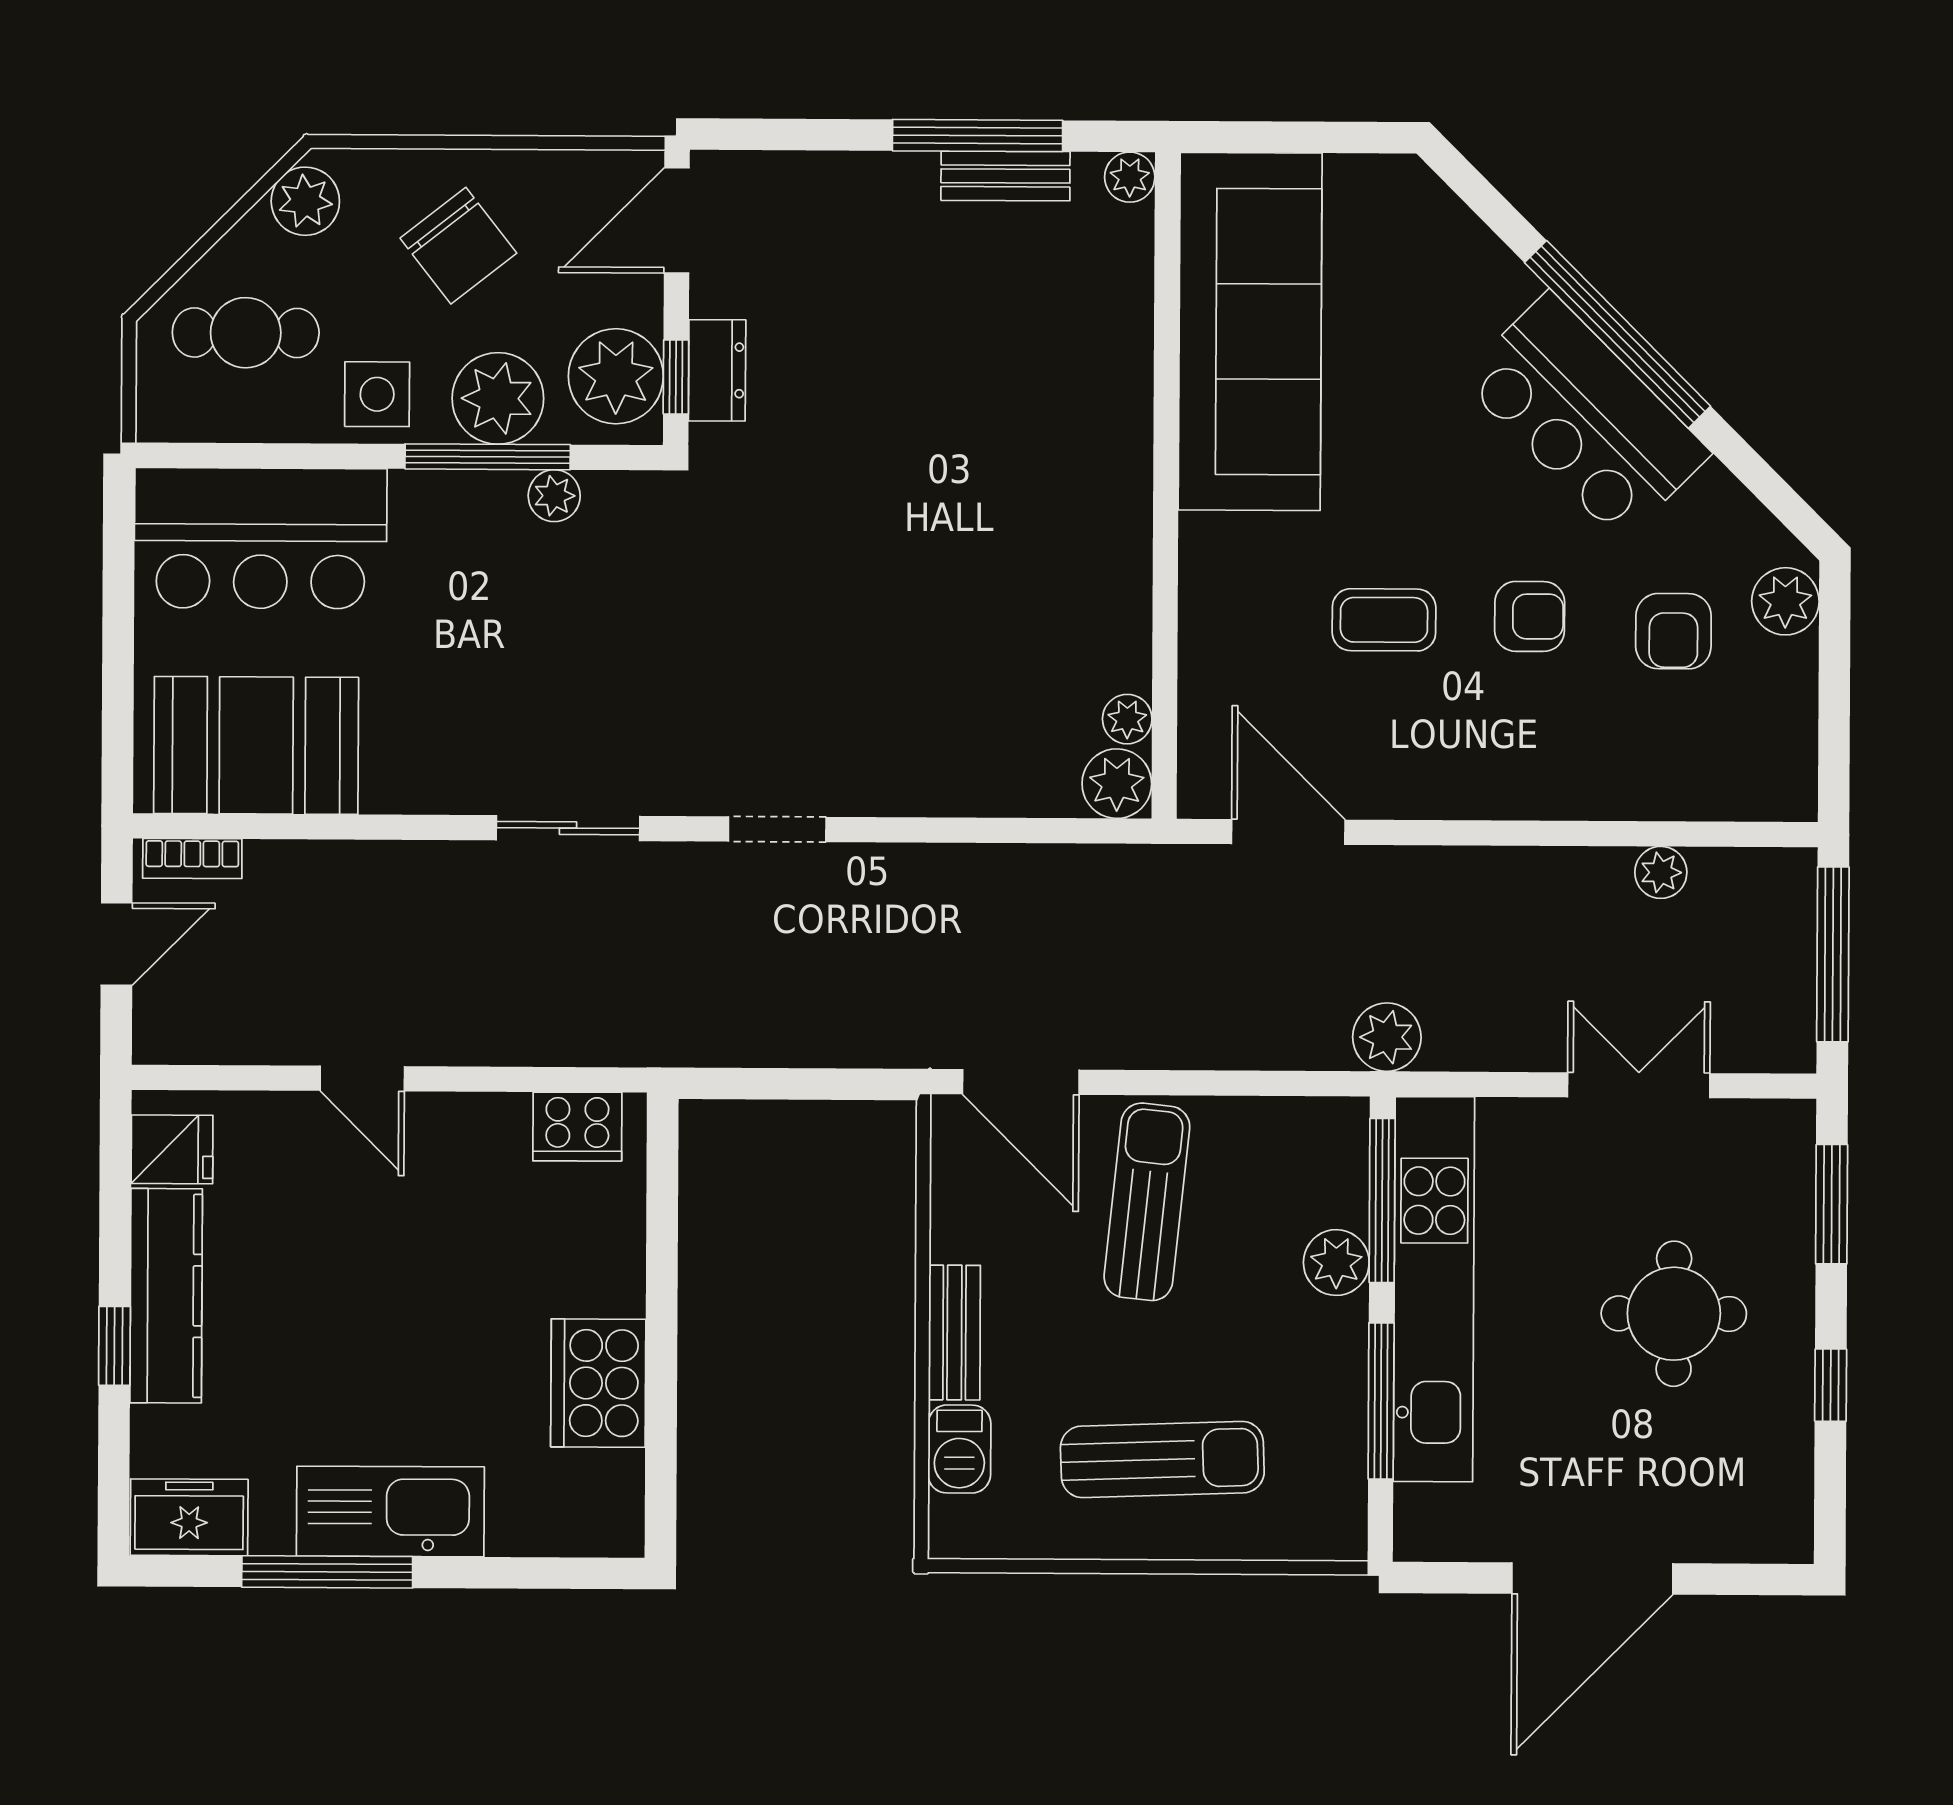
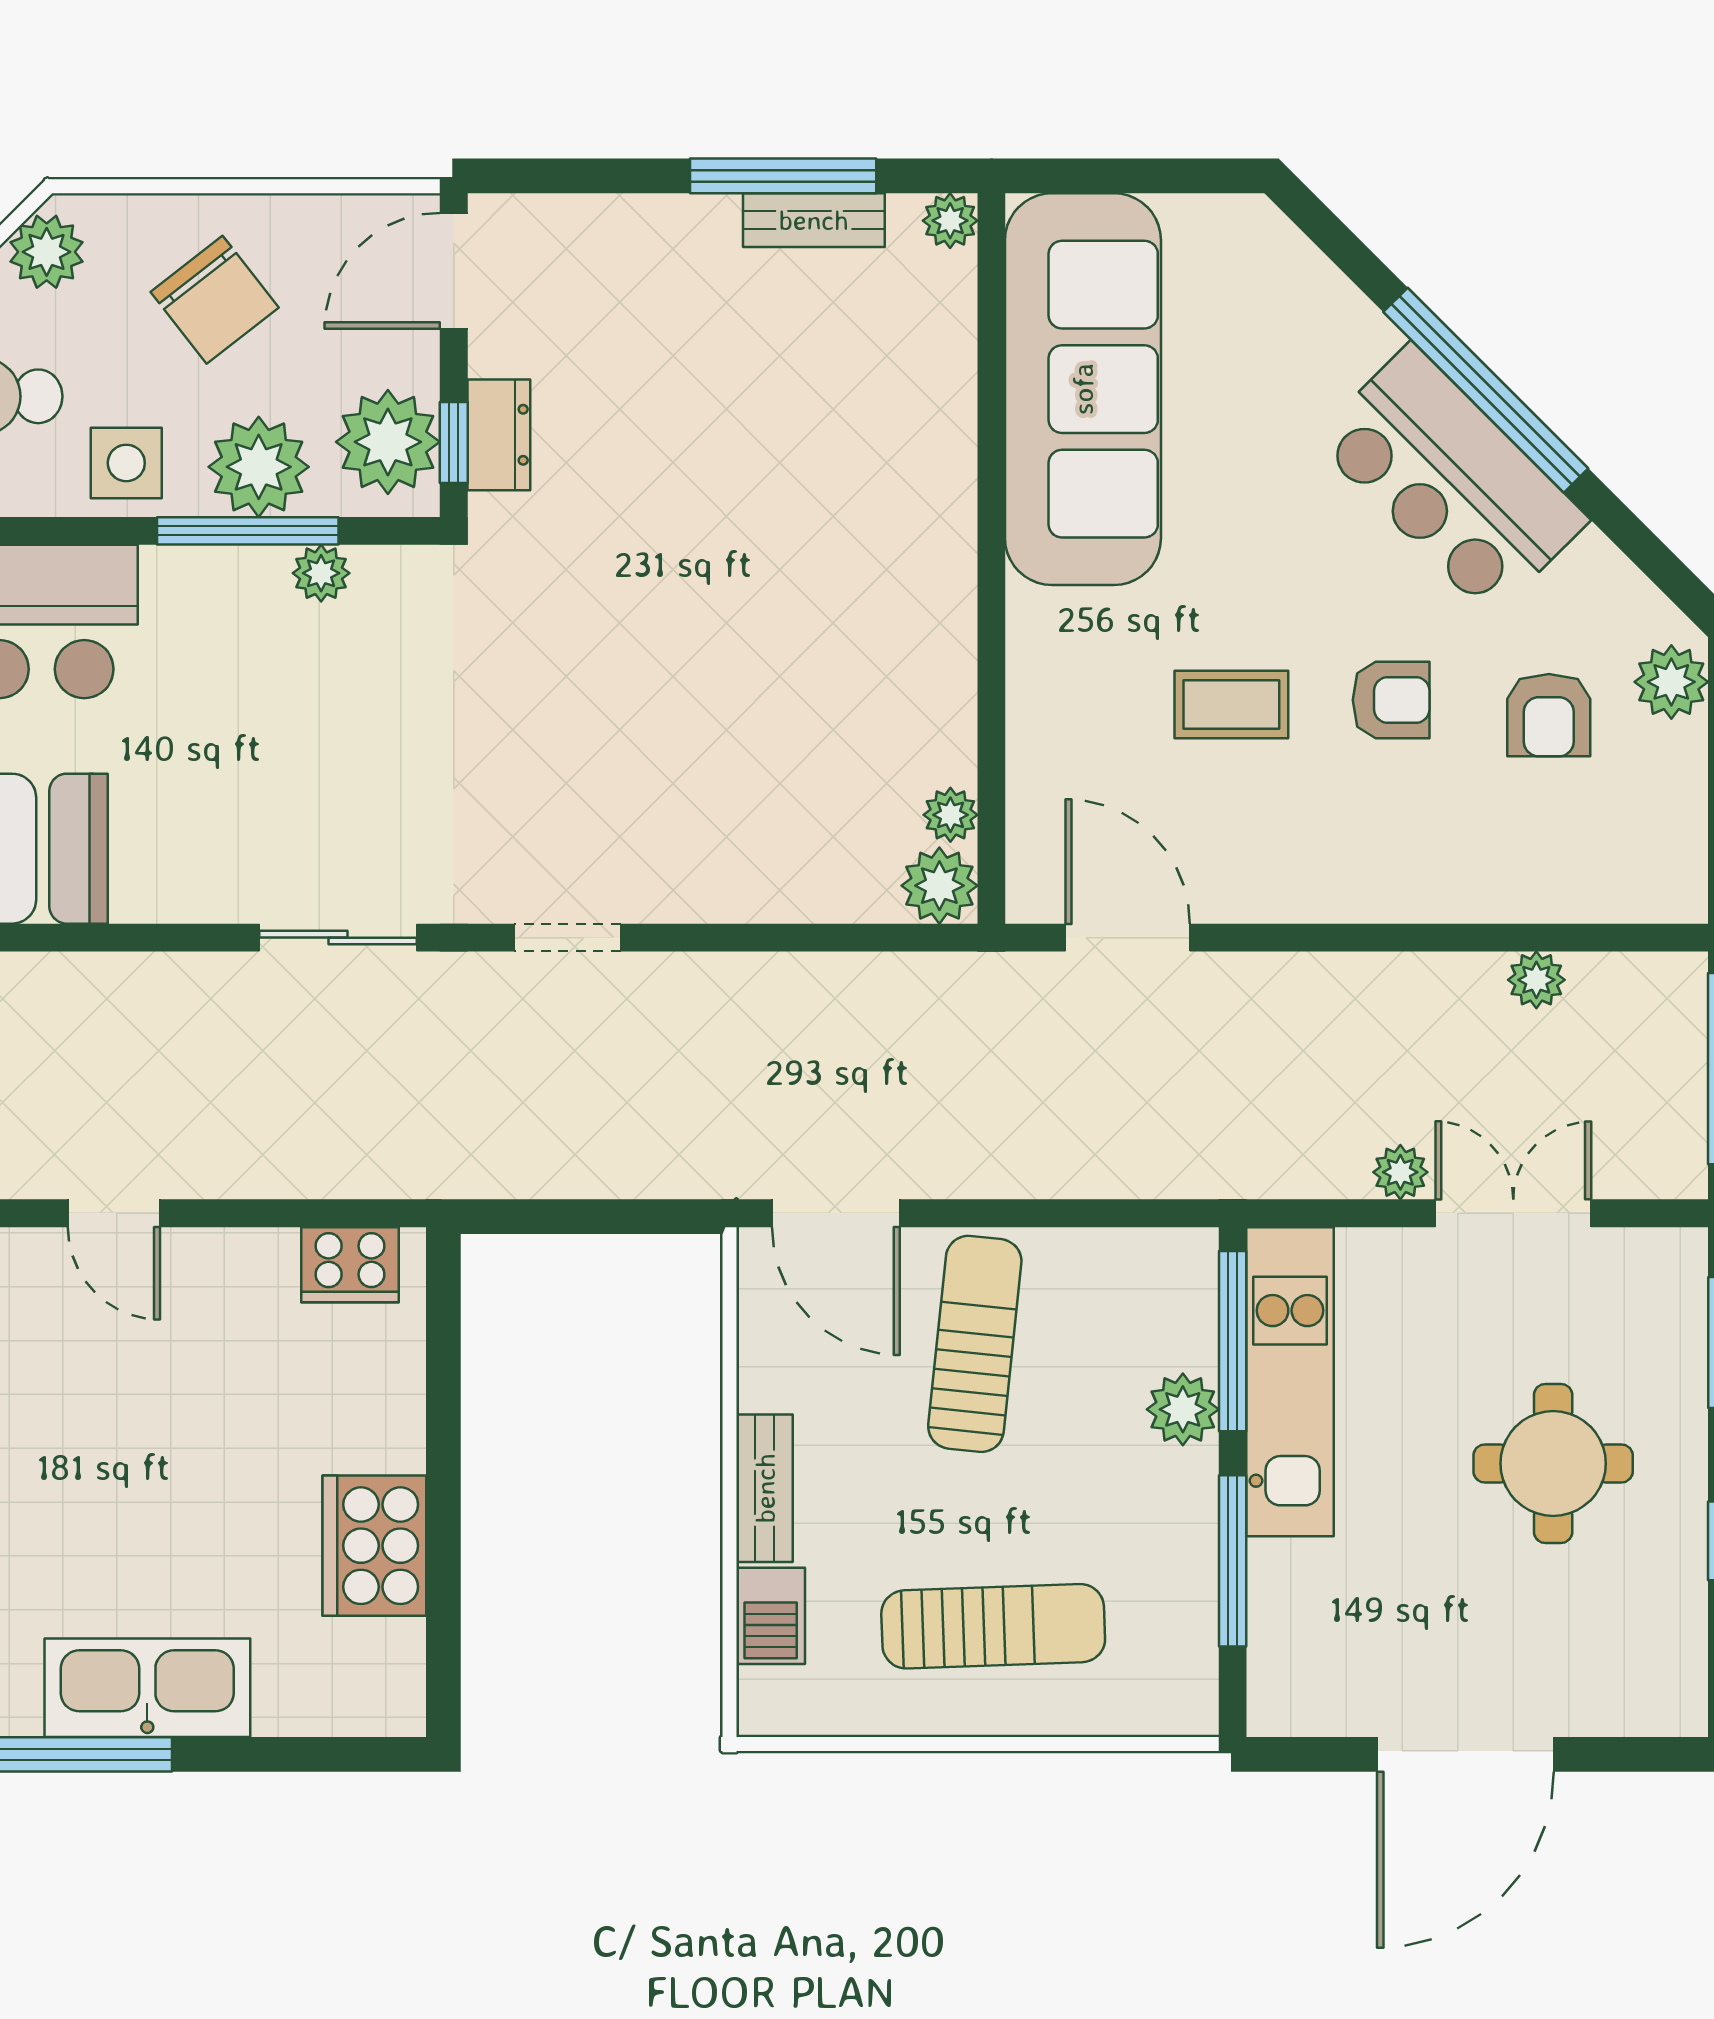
plant: (1387, 1037) -> (1400, 1172), moved, width x0.73, depth x0.73
kitchen unit: (1434, 1289) -> (1290, 1382), width x0.73

